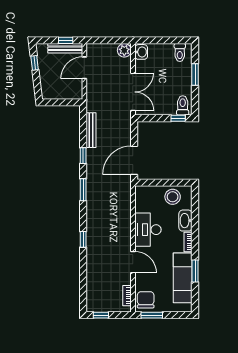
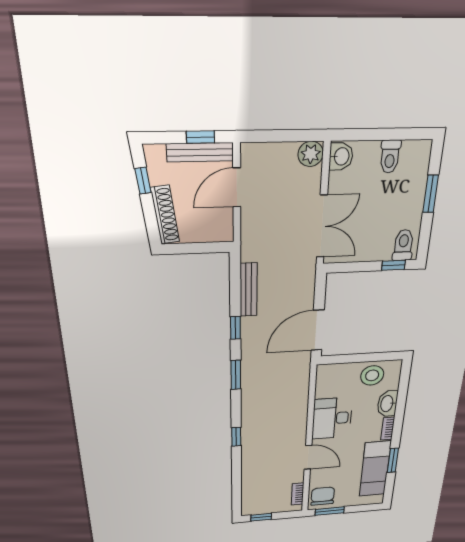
toilet: (180, 53) -> (390, 156), moved
shoe rack: (45, 82) -> (165, 215), added

